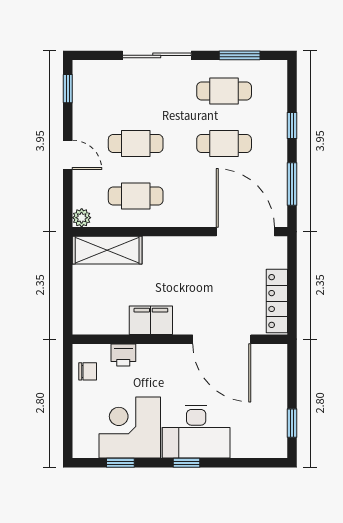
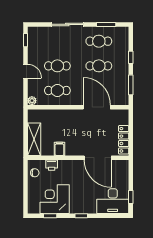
door: (245, 232) -> (97, 107), moved
shelving: (107, 250) -> (34, 139), moved, turned 90
filing cabinet: (151, 320) -> (59, 149), width x0.50
desk: (196, 432) -> (113, 201), moved

